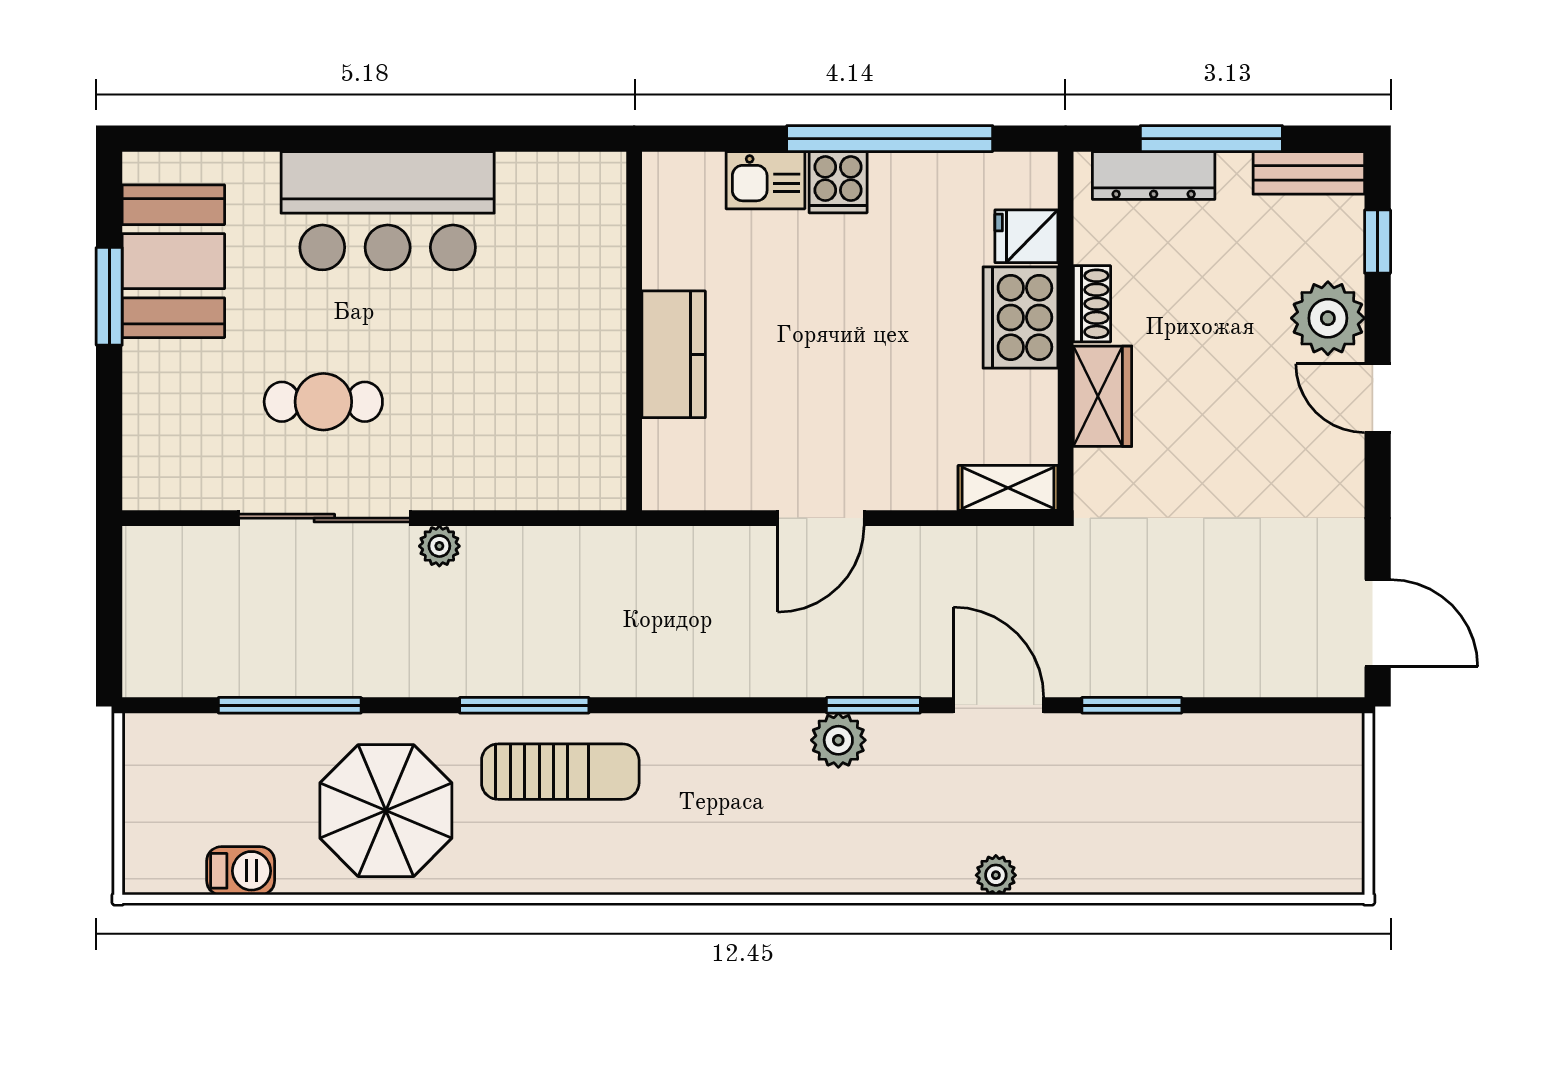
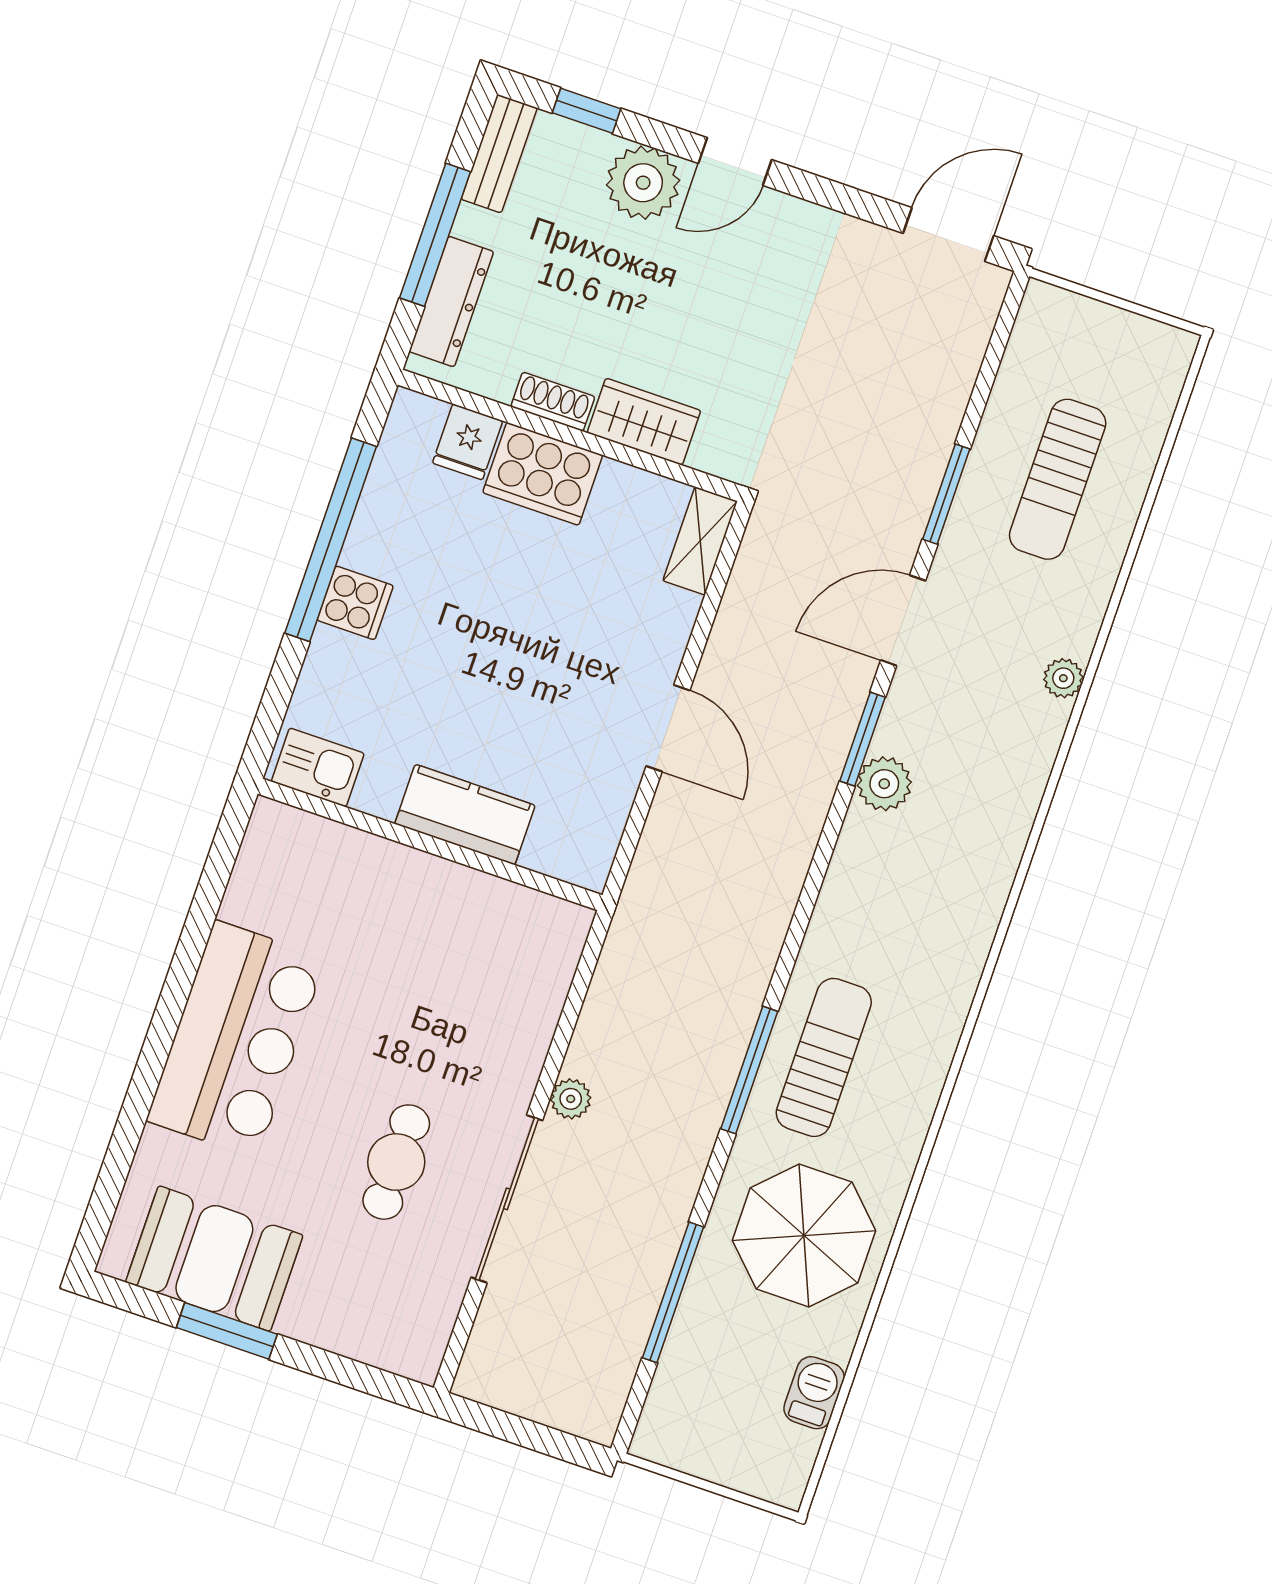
kitchen sink: (765, 180) -> (318, 767), moved, turned -90
sun lounger: (1182, 805) -> (1058, 479), added

